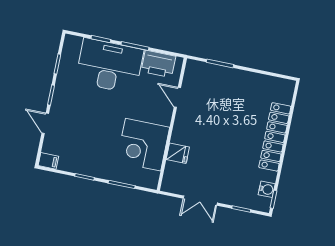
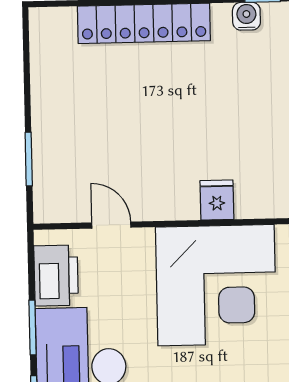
door: (177, 97) -> (111, 225), swing flipped
corner desk: (143, 145) -> (216, 285), width x1.36, depth x1.36

